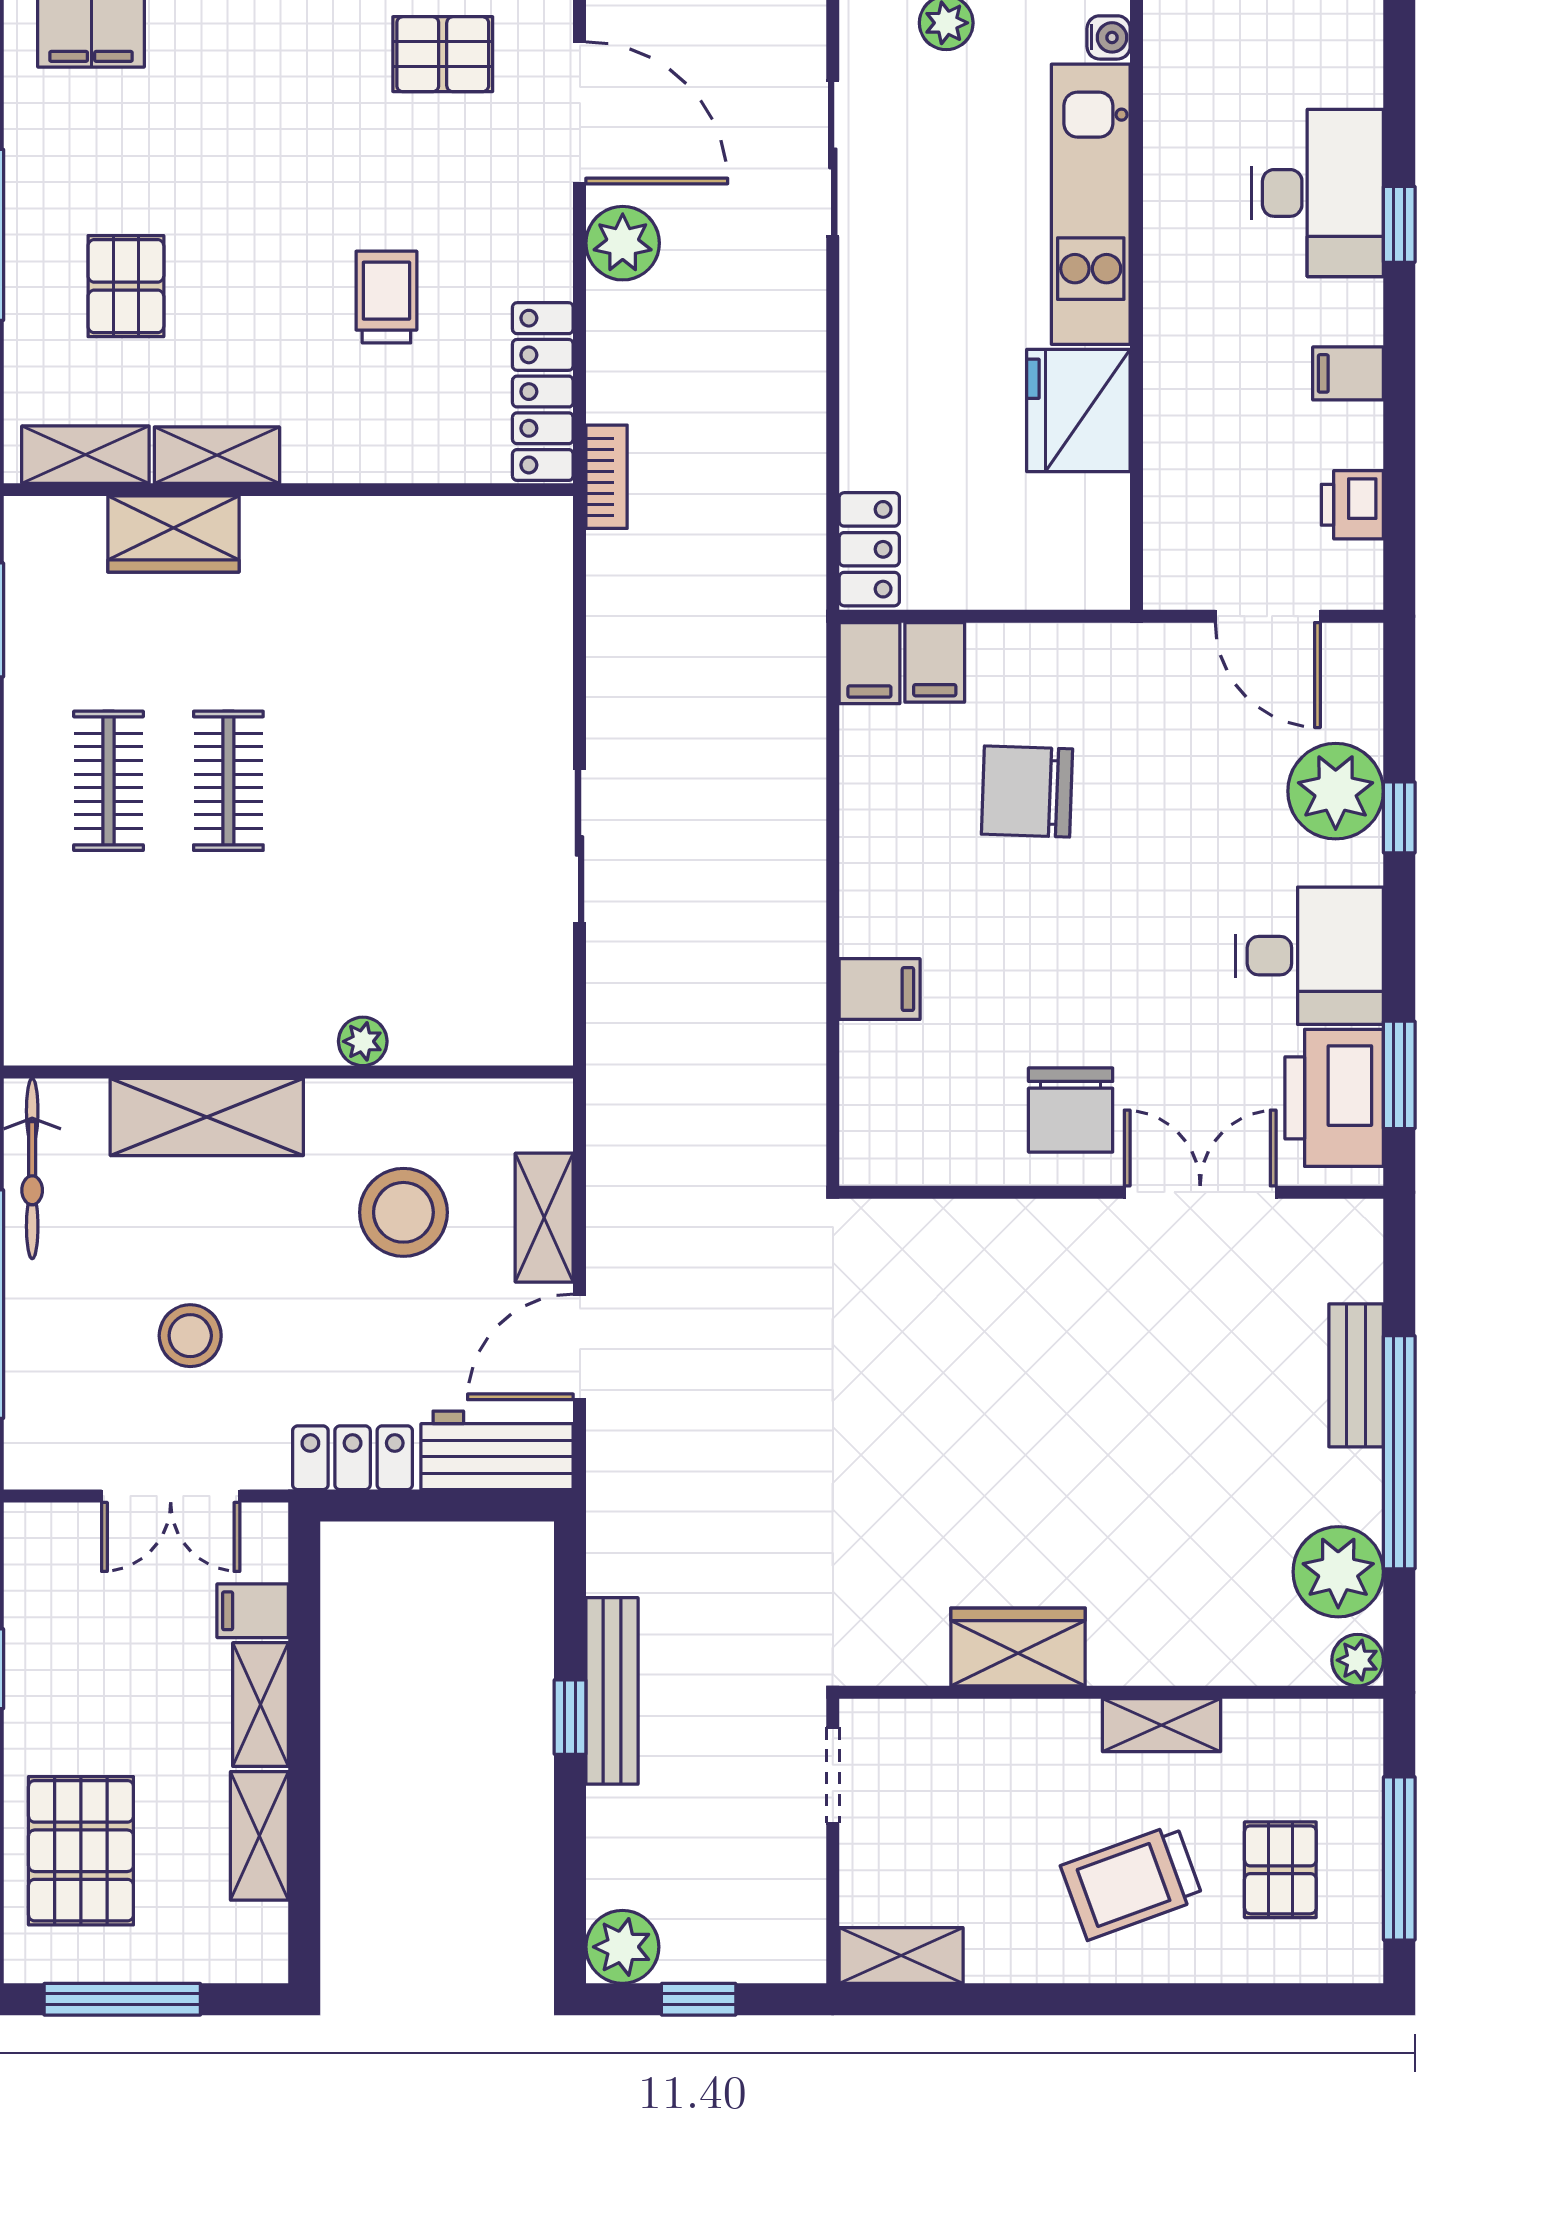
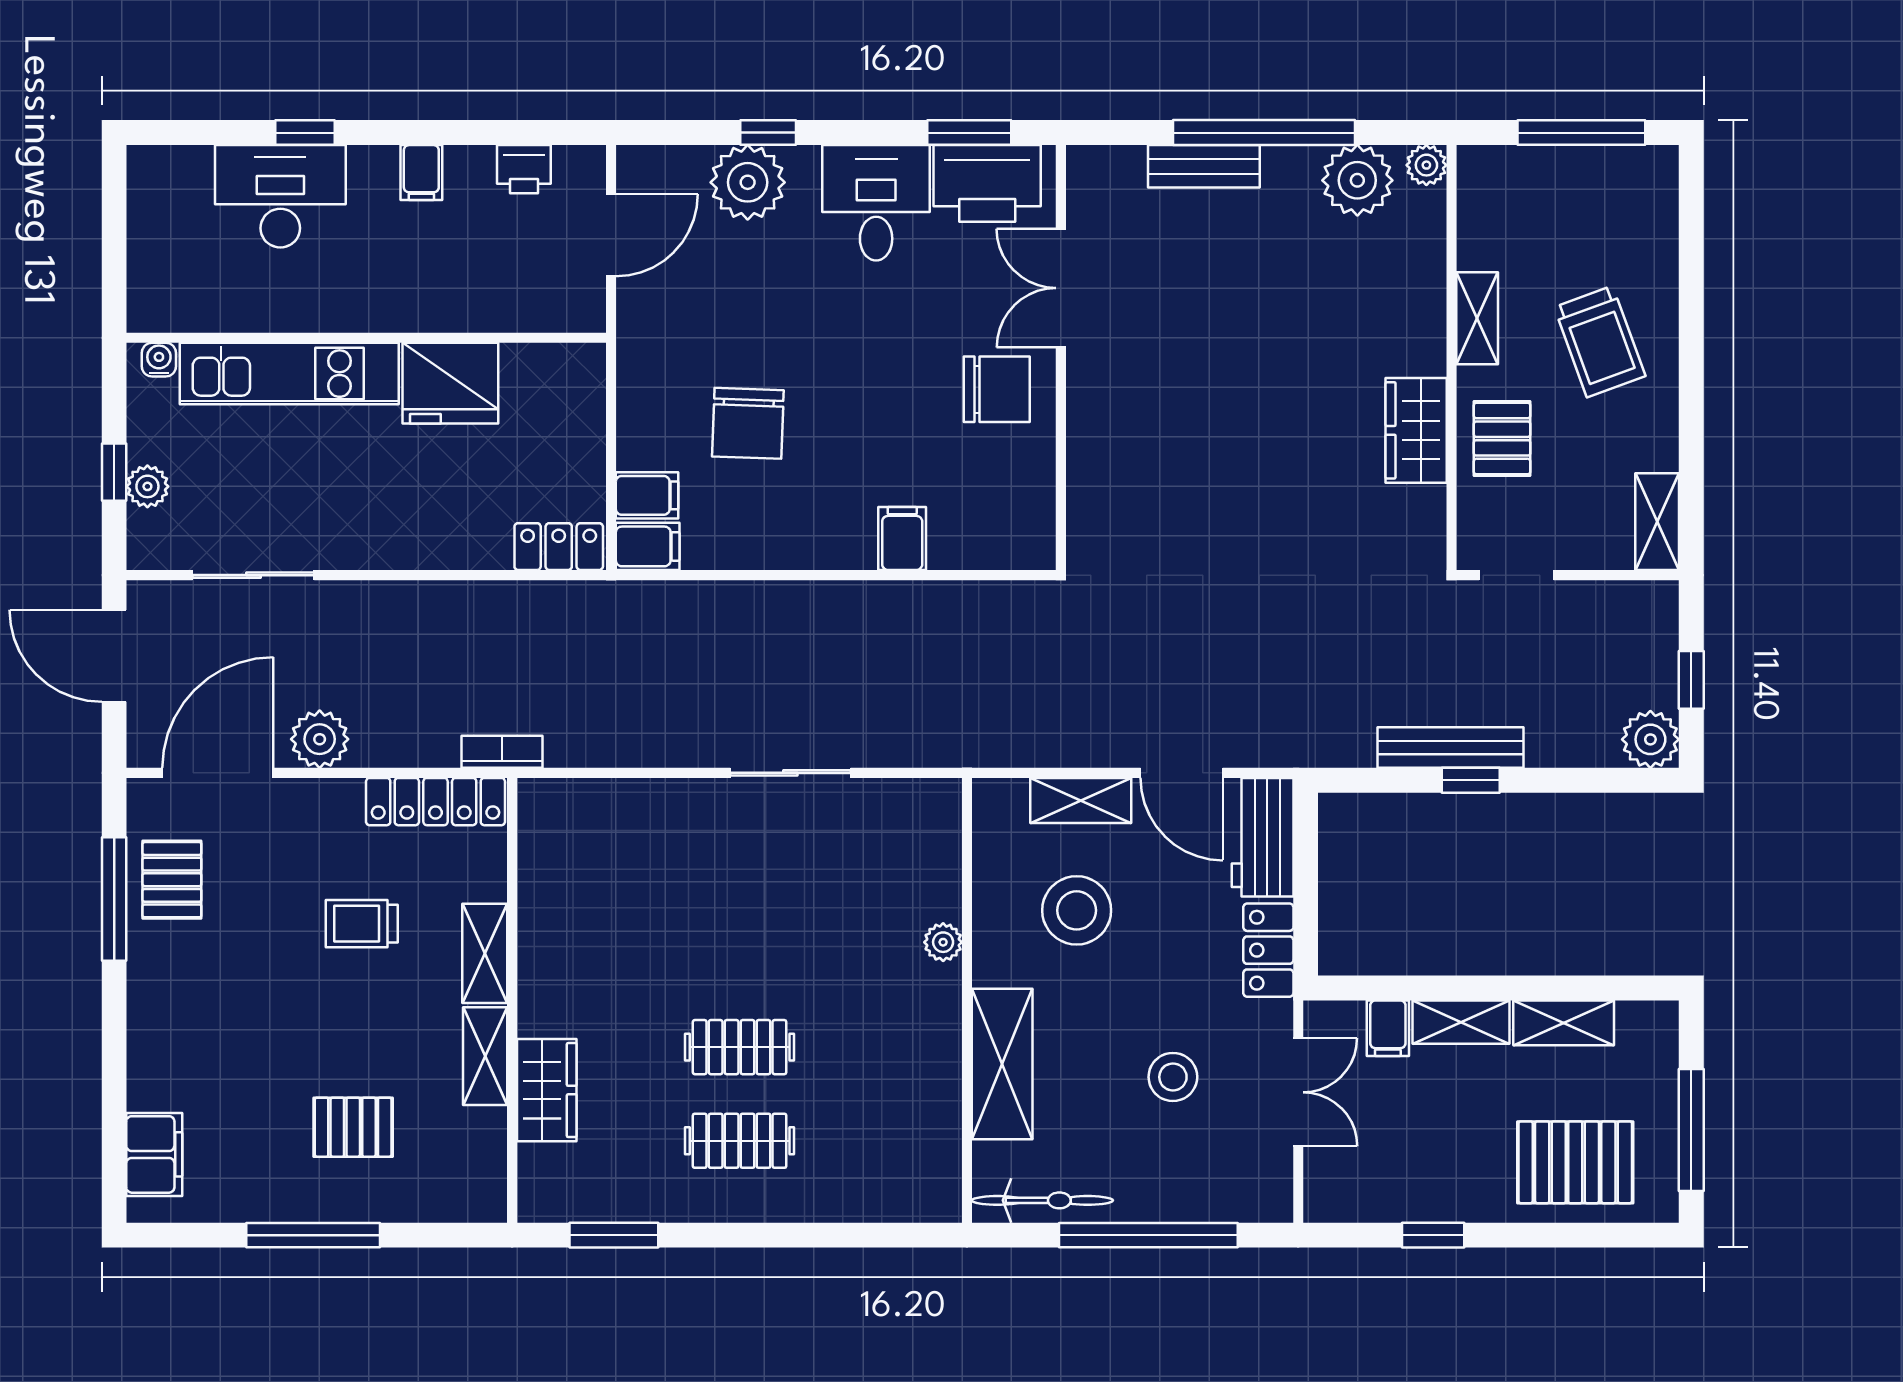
shelving: (85, 455) -> (485, 953), moved
pallet: (1280, 1870) -> (1502, 439), moved, turned 90

